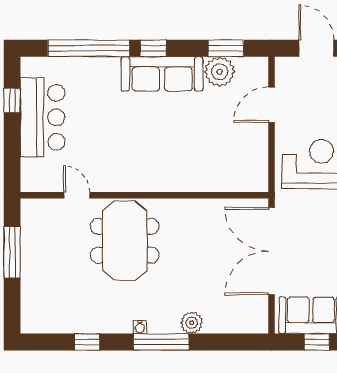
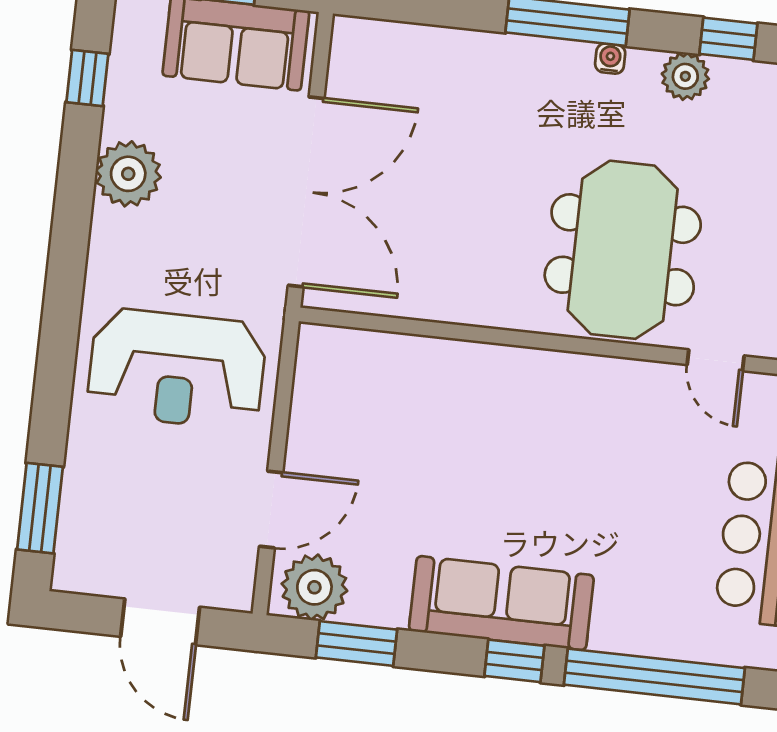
plant: (220, 72) -> (314, 587), moved
plant: (192, 323) -> (685, 76), moved

